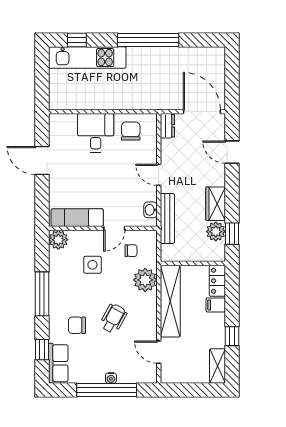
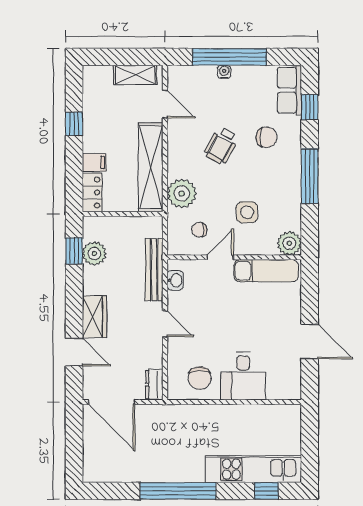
wardrobe: (216, 204) -> (94, 317), moved
shelving: (218, 366) -> (135, 75), moved, turned 90

